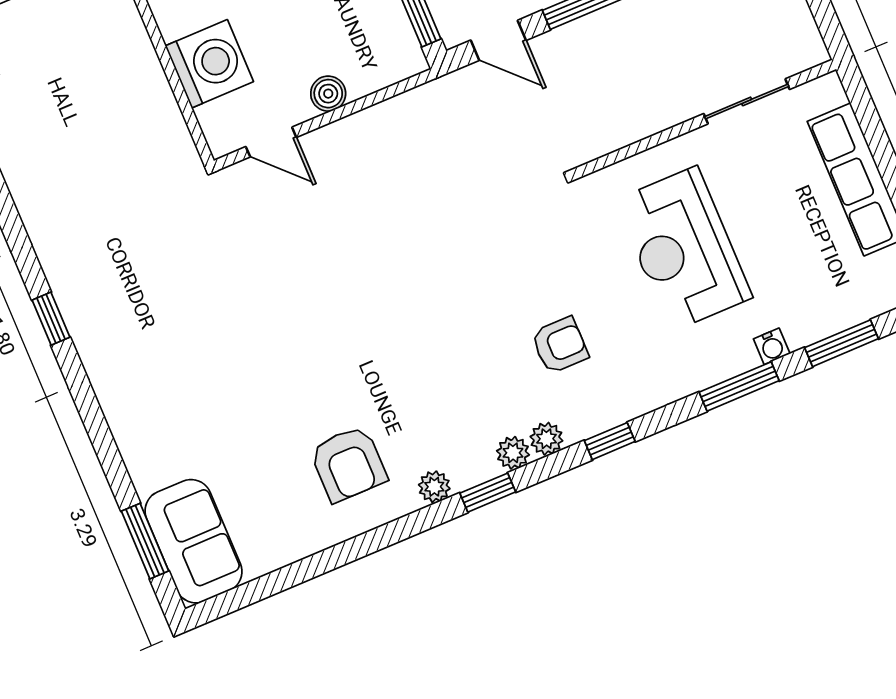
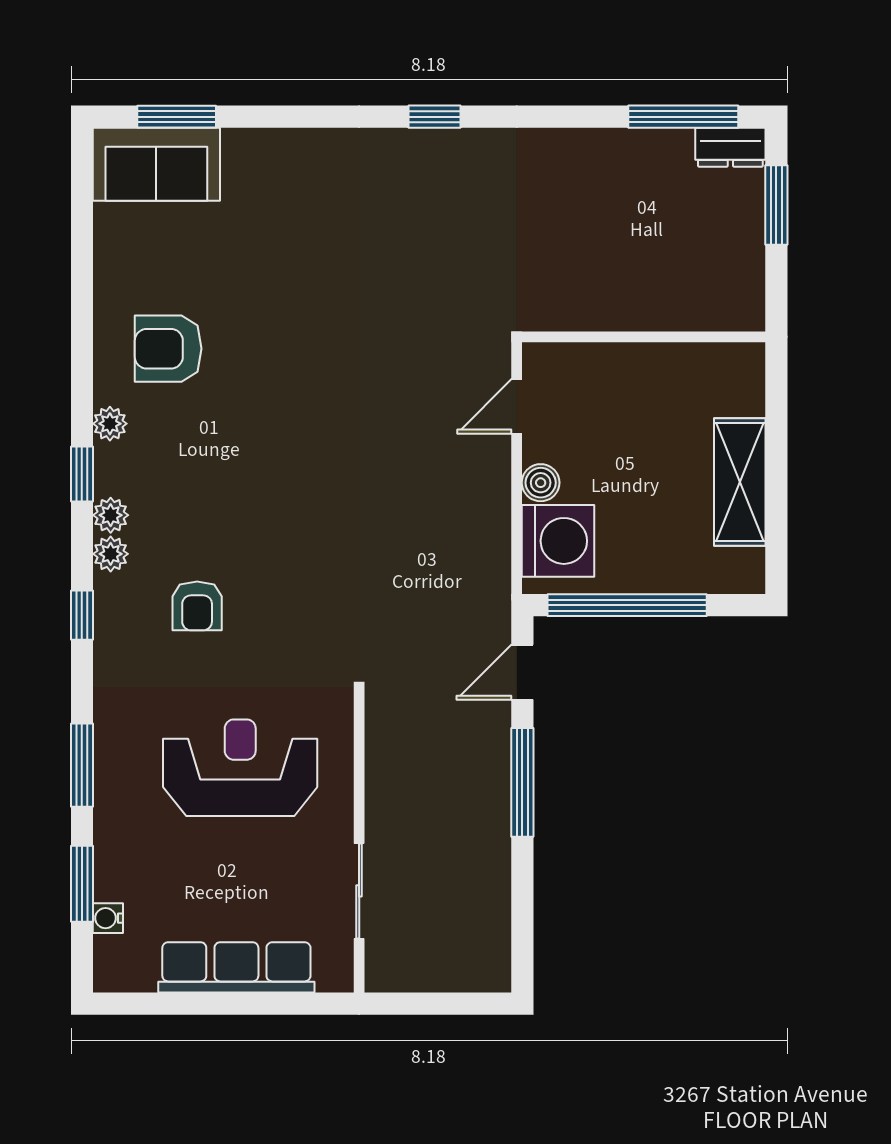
washing machine: (209, 64) -> (558, 541), moved, turned -90
water cooler: (772, 346) -> (108, 918), moved

